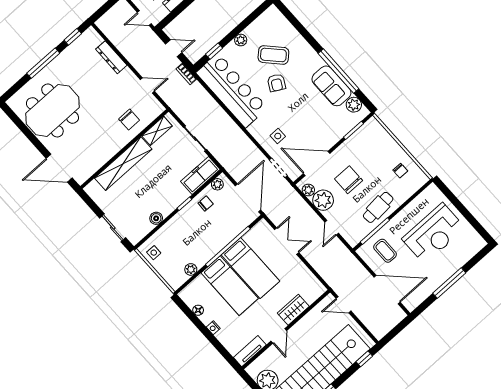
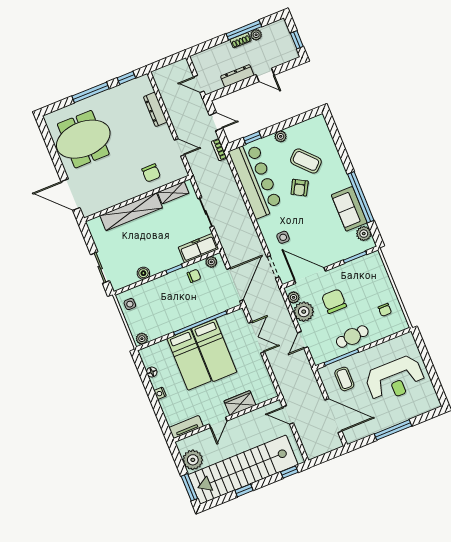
plant: (191, 269) -> (142, 339), moved

